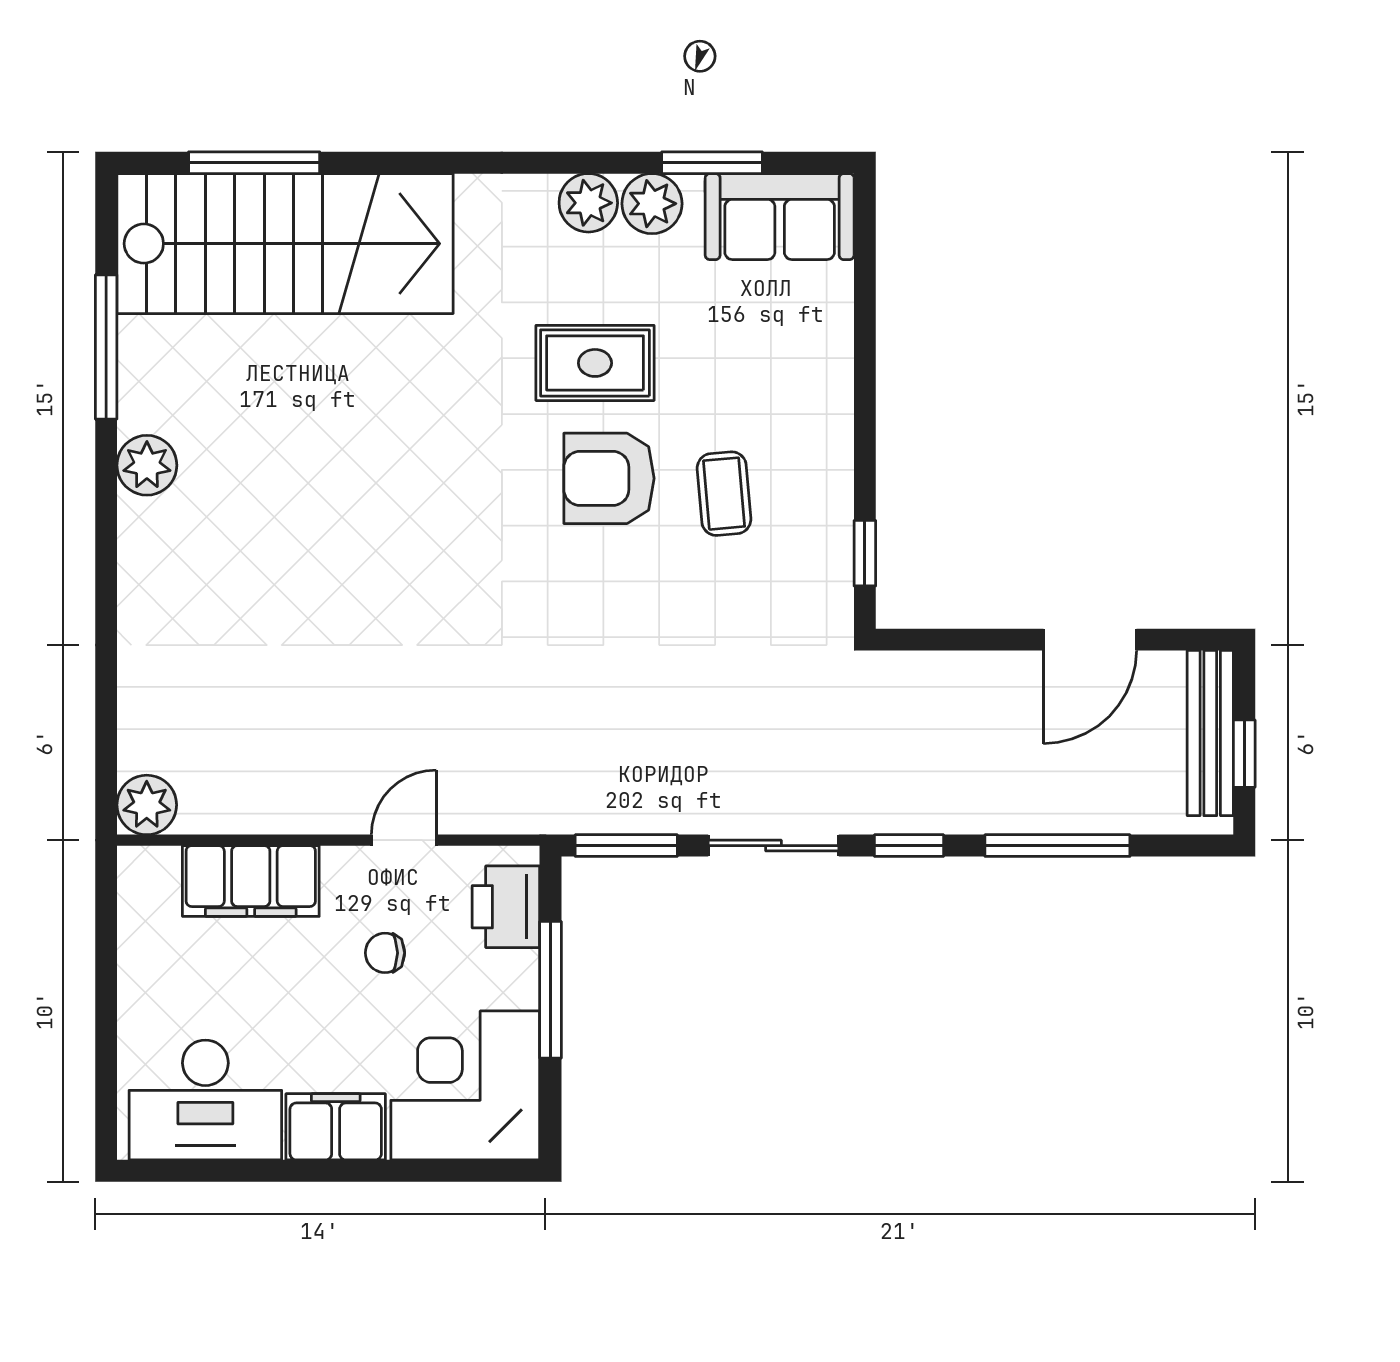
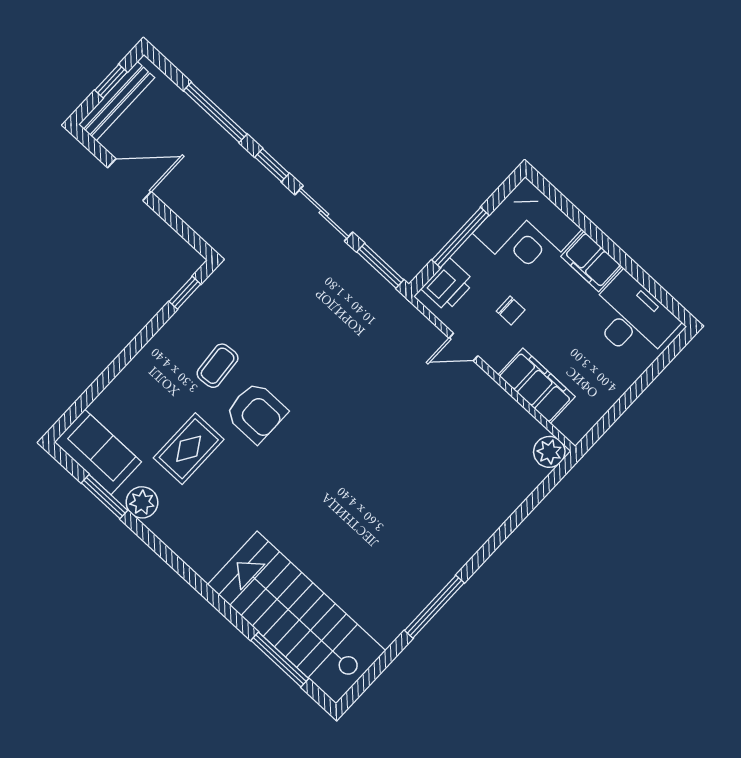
plant: (588, 203) -> (166, 525), removed
window: (106, 347) -> (434, 607), moved
rug: (595, 363) -> (189, 449), moved, turned 90
plant: (147, 465) -> (428, 582), removed

